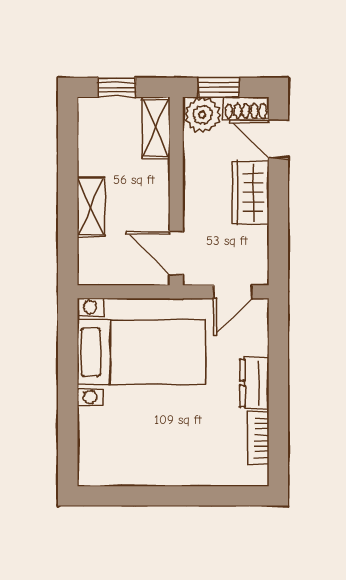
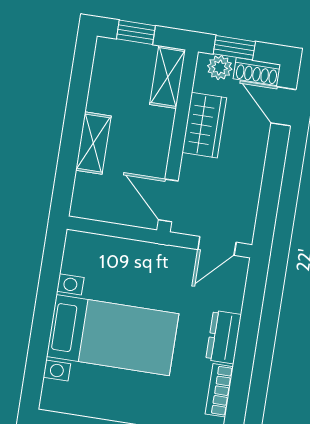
plant: (202, 115) -> (220, 67), width x0.73, depth x0.73
wardrobe: (250, 193) -> (204, 125), moved, turned 180
bed with nightstands: (141, 352) -> (113, 335), moved

